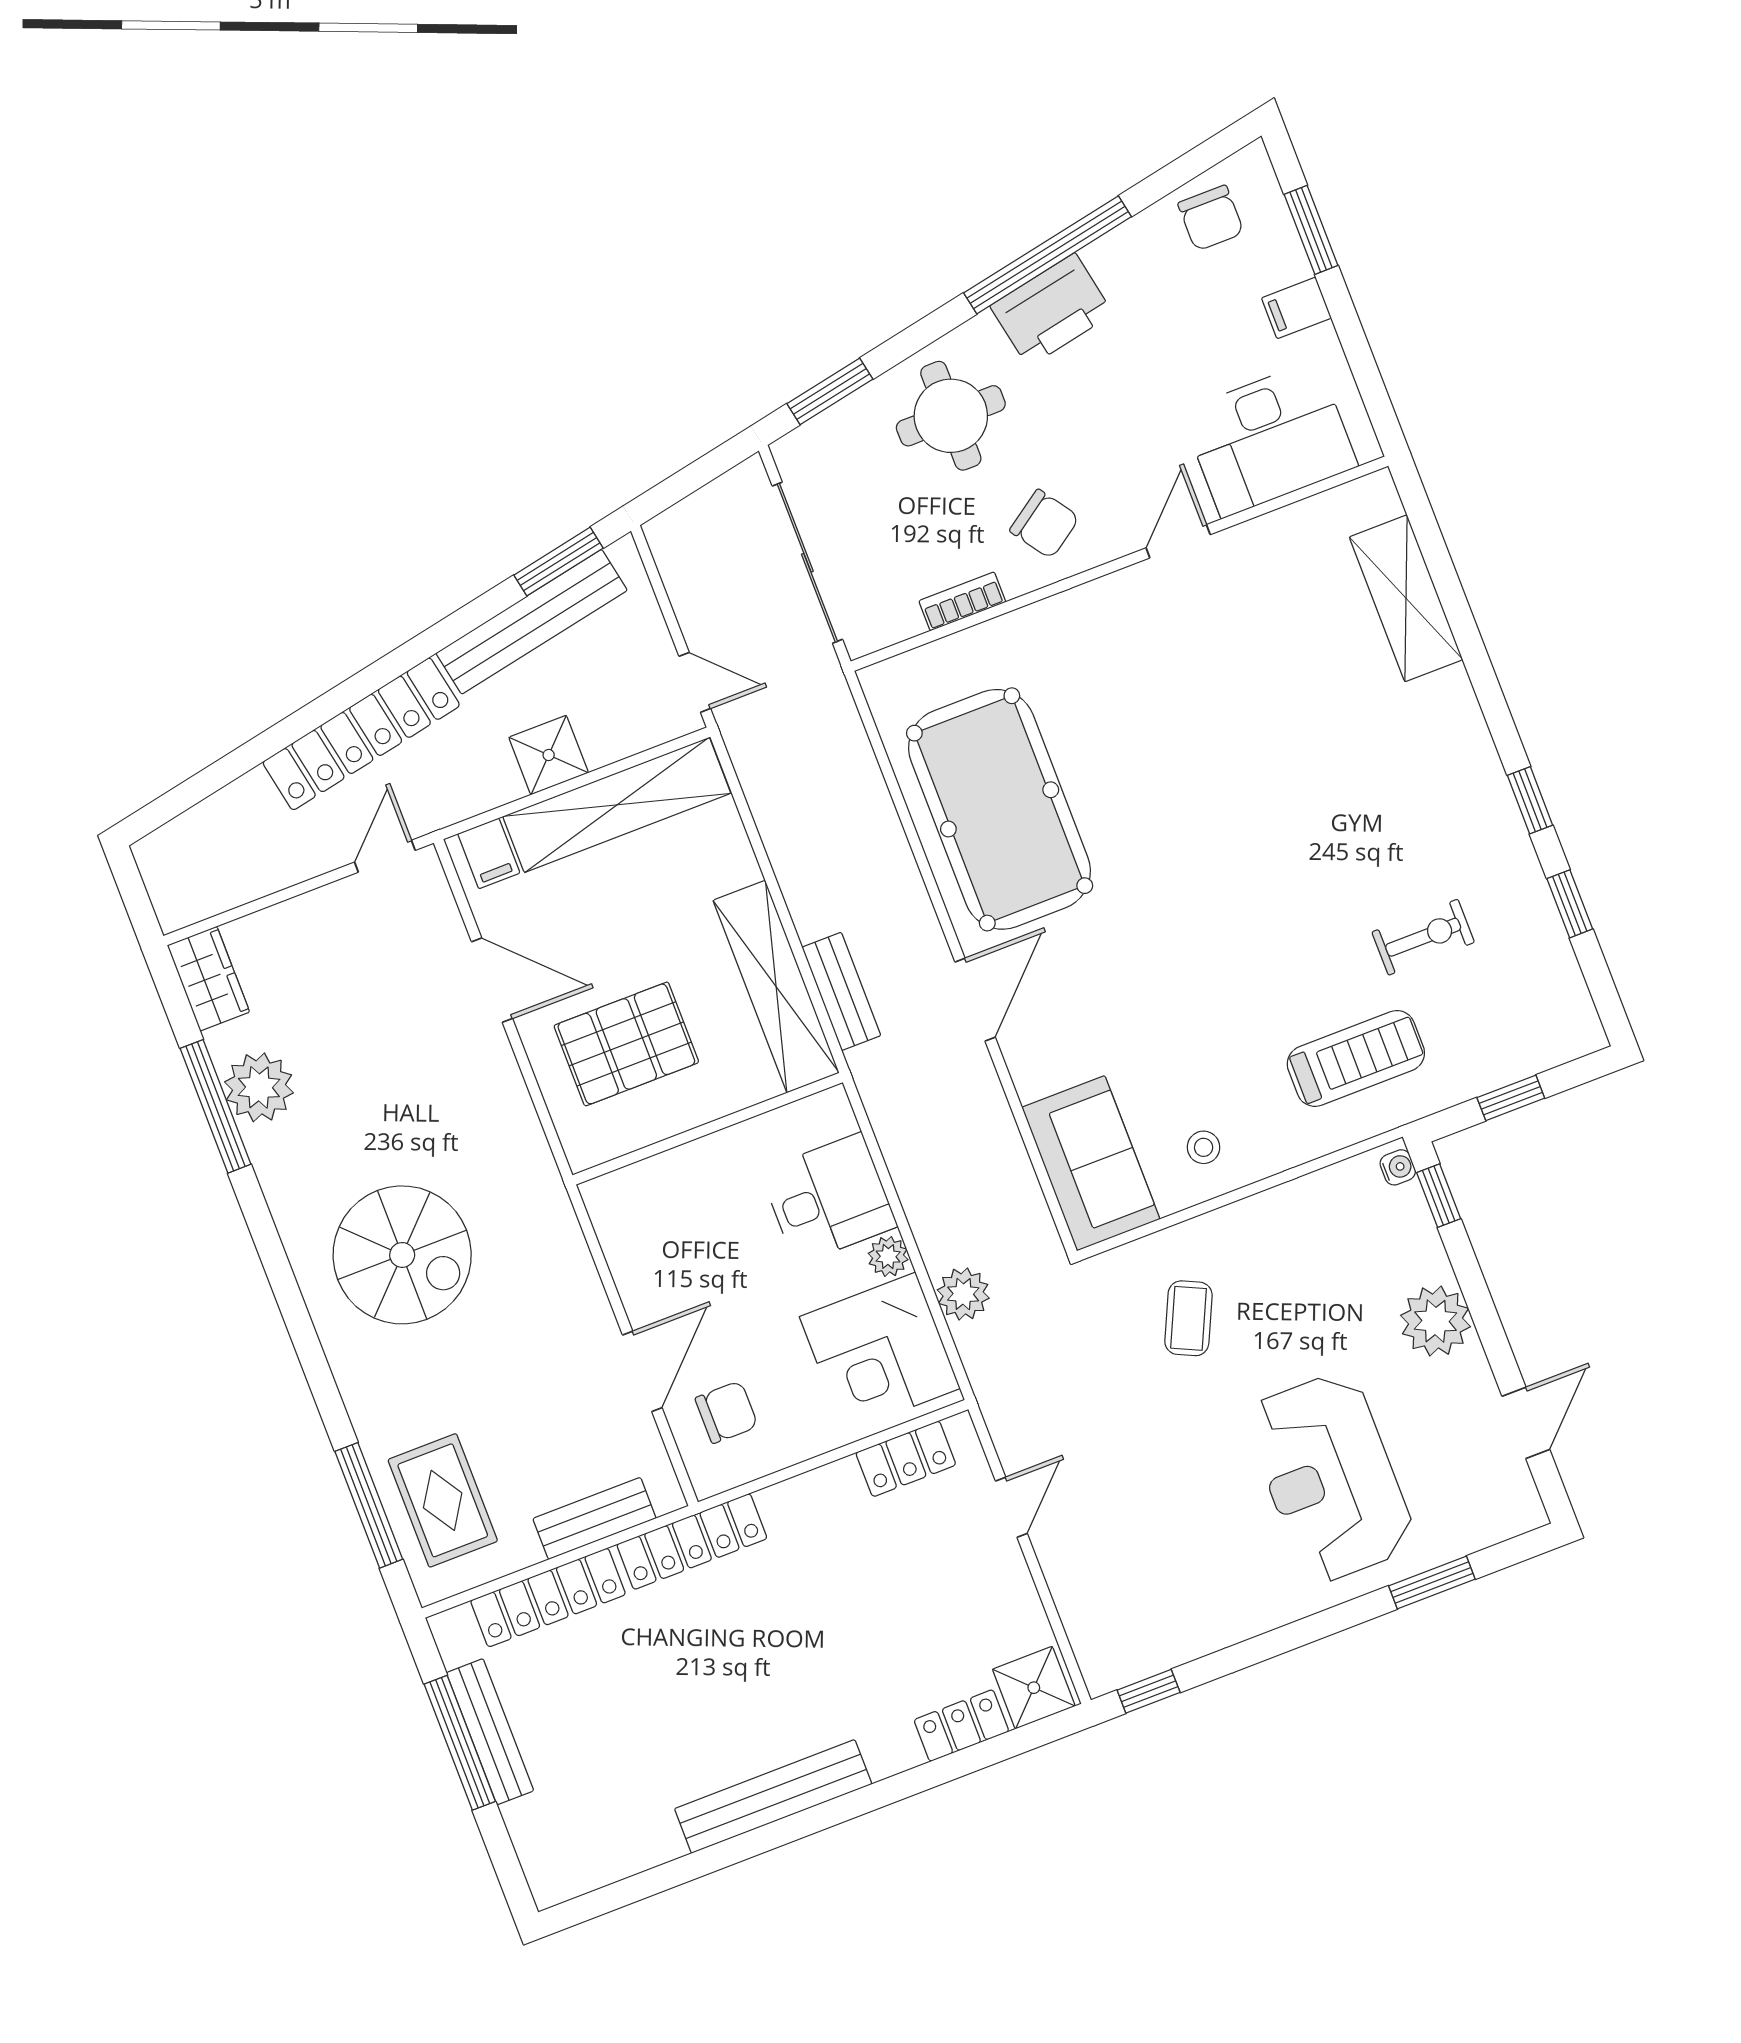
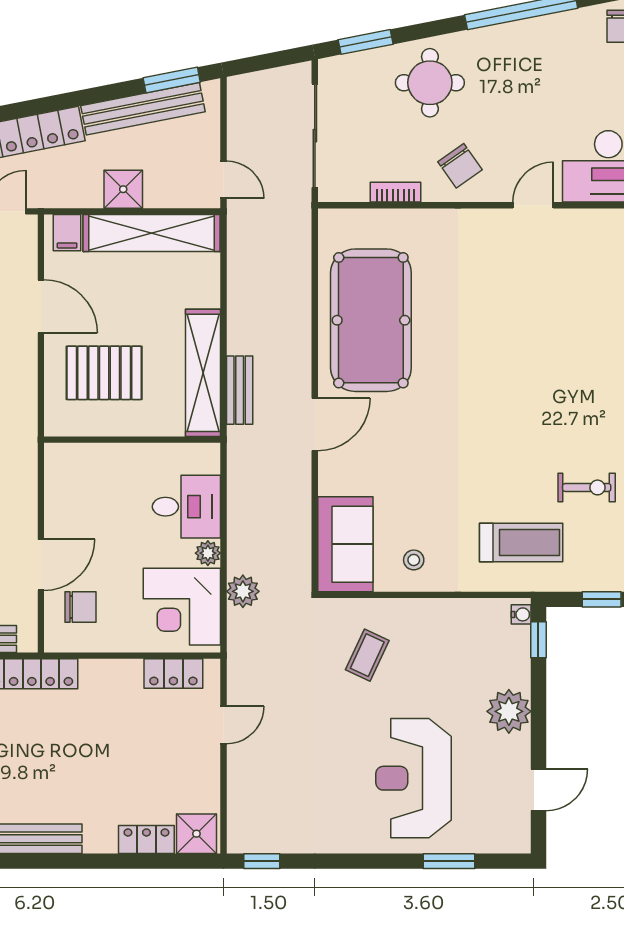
printer: (1052, 310) -> (511, 44), removed

